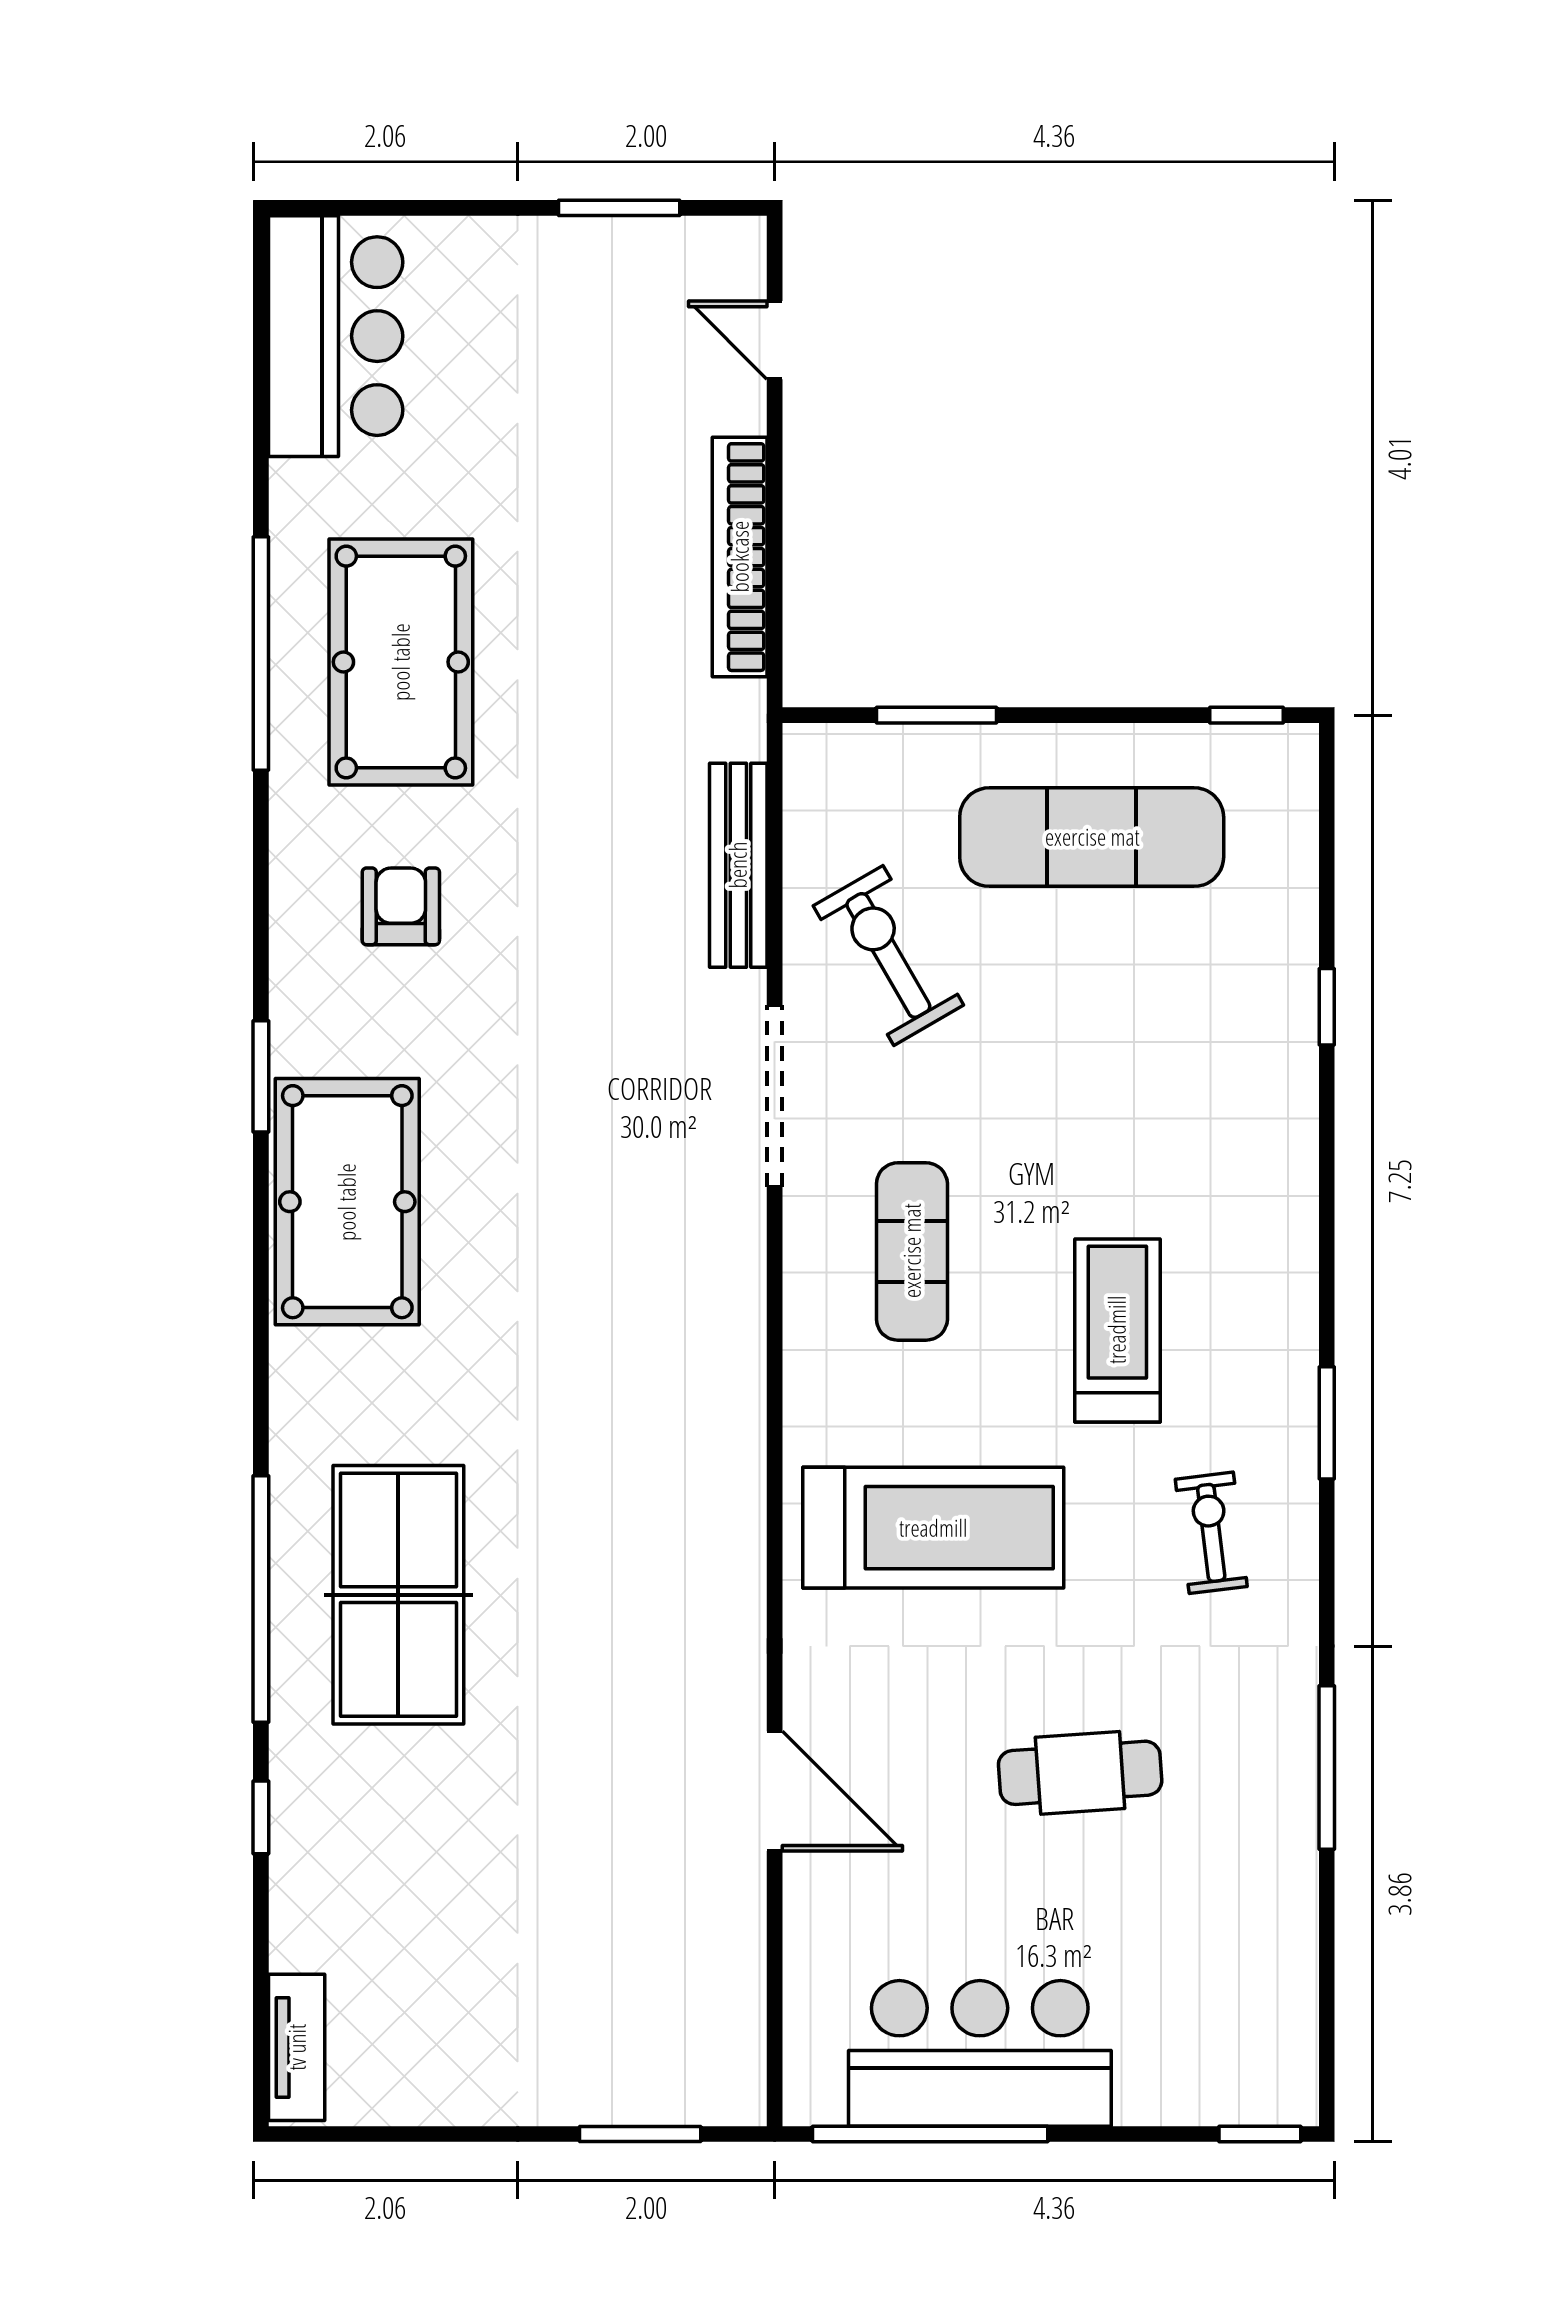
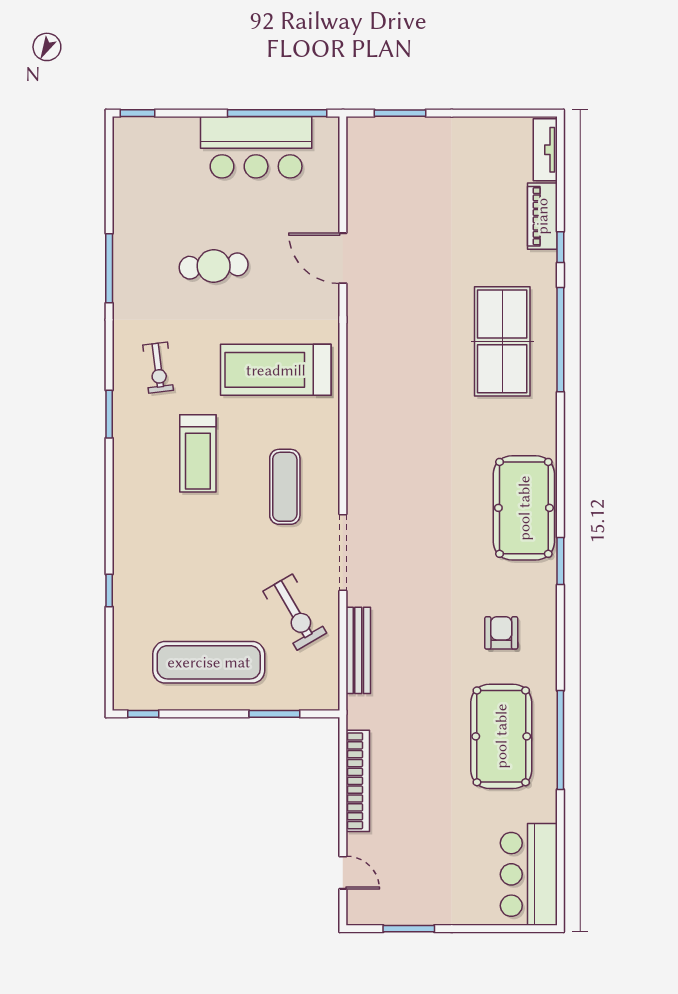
armchair: (401, 906) -> (501, 633), turned 180
piano: (304, 1891) -> (542, 216), added

